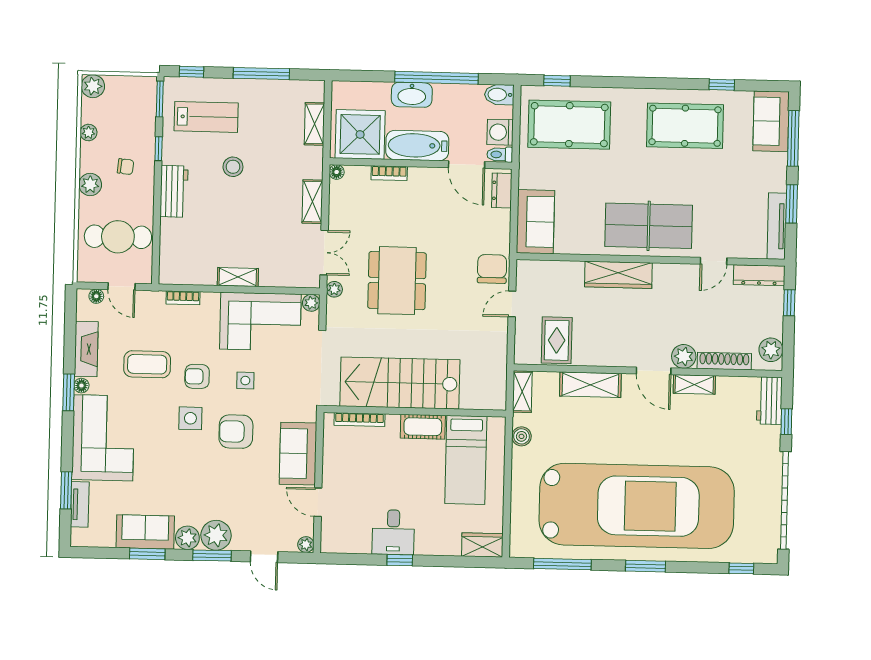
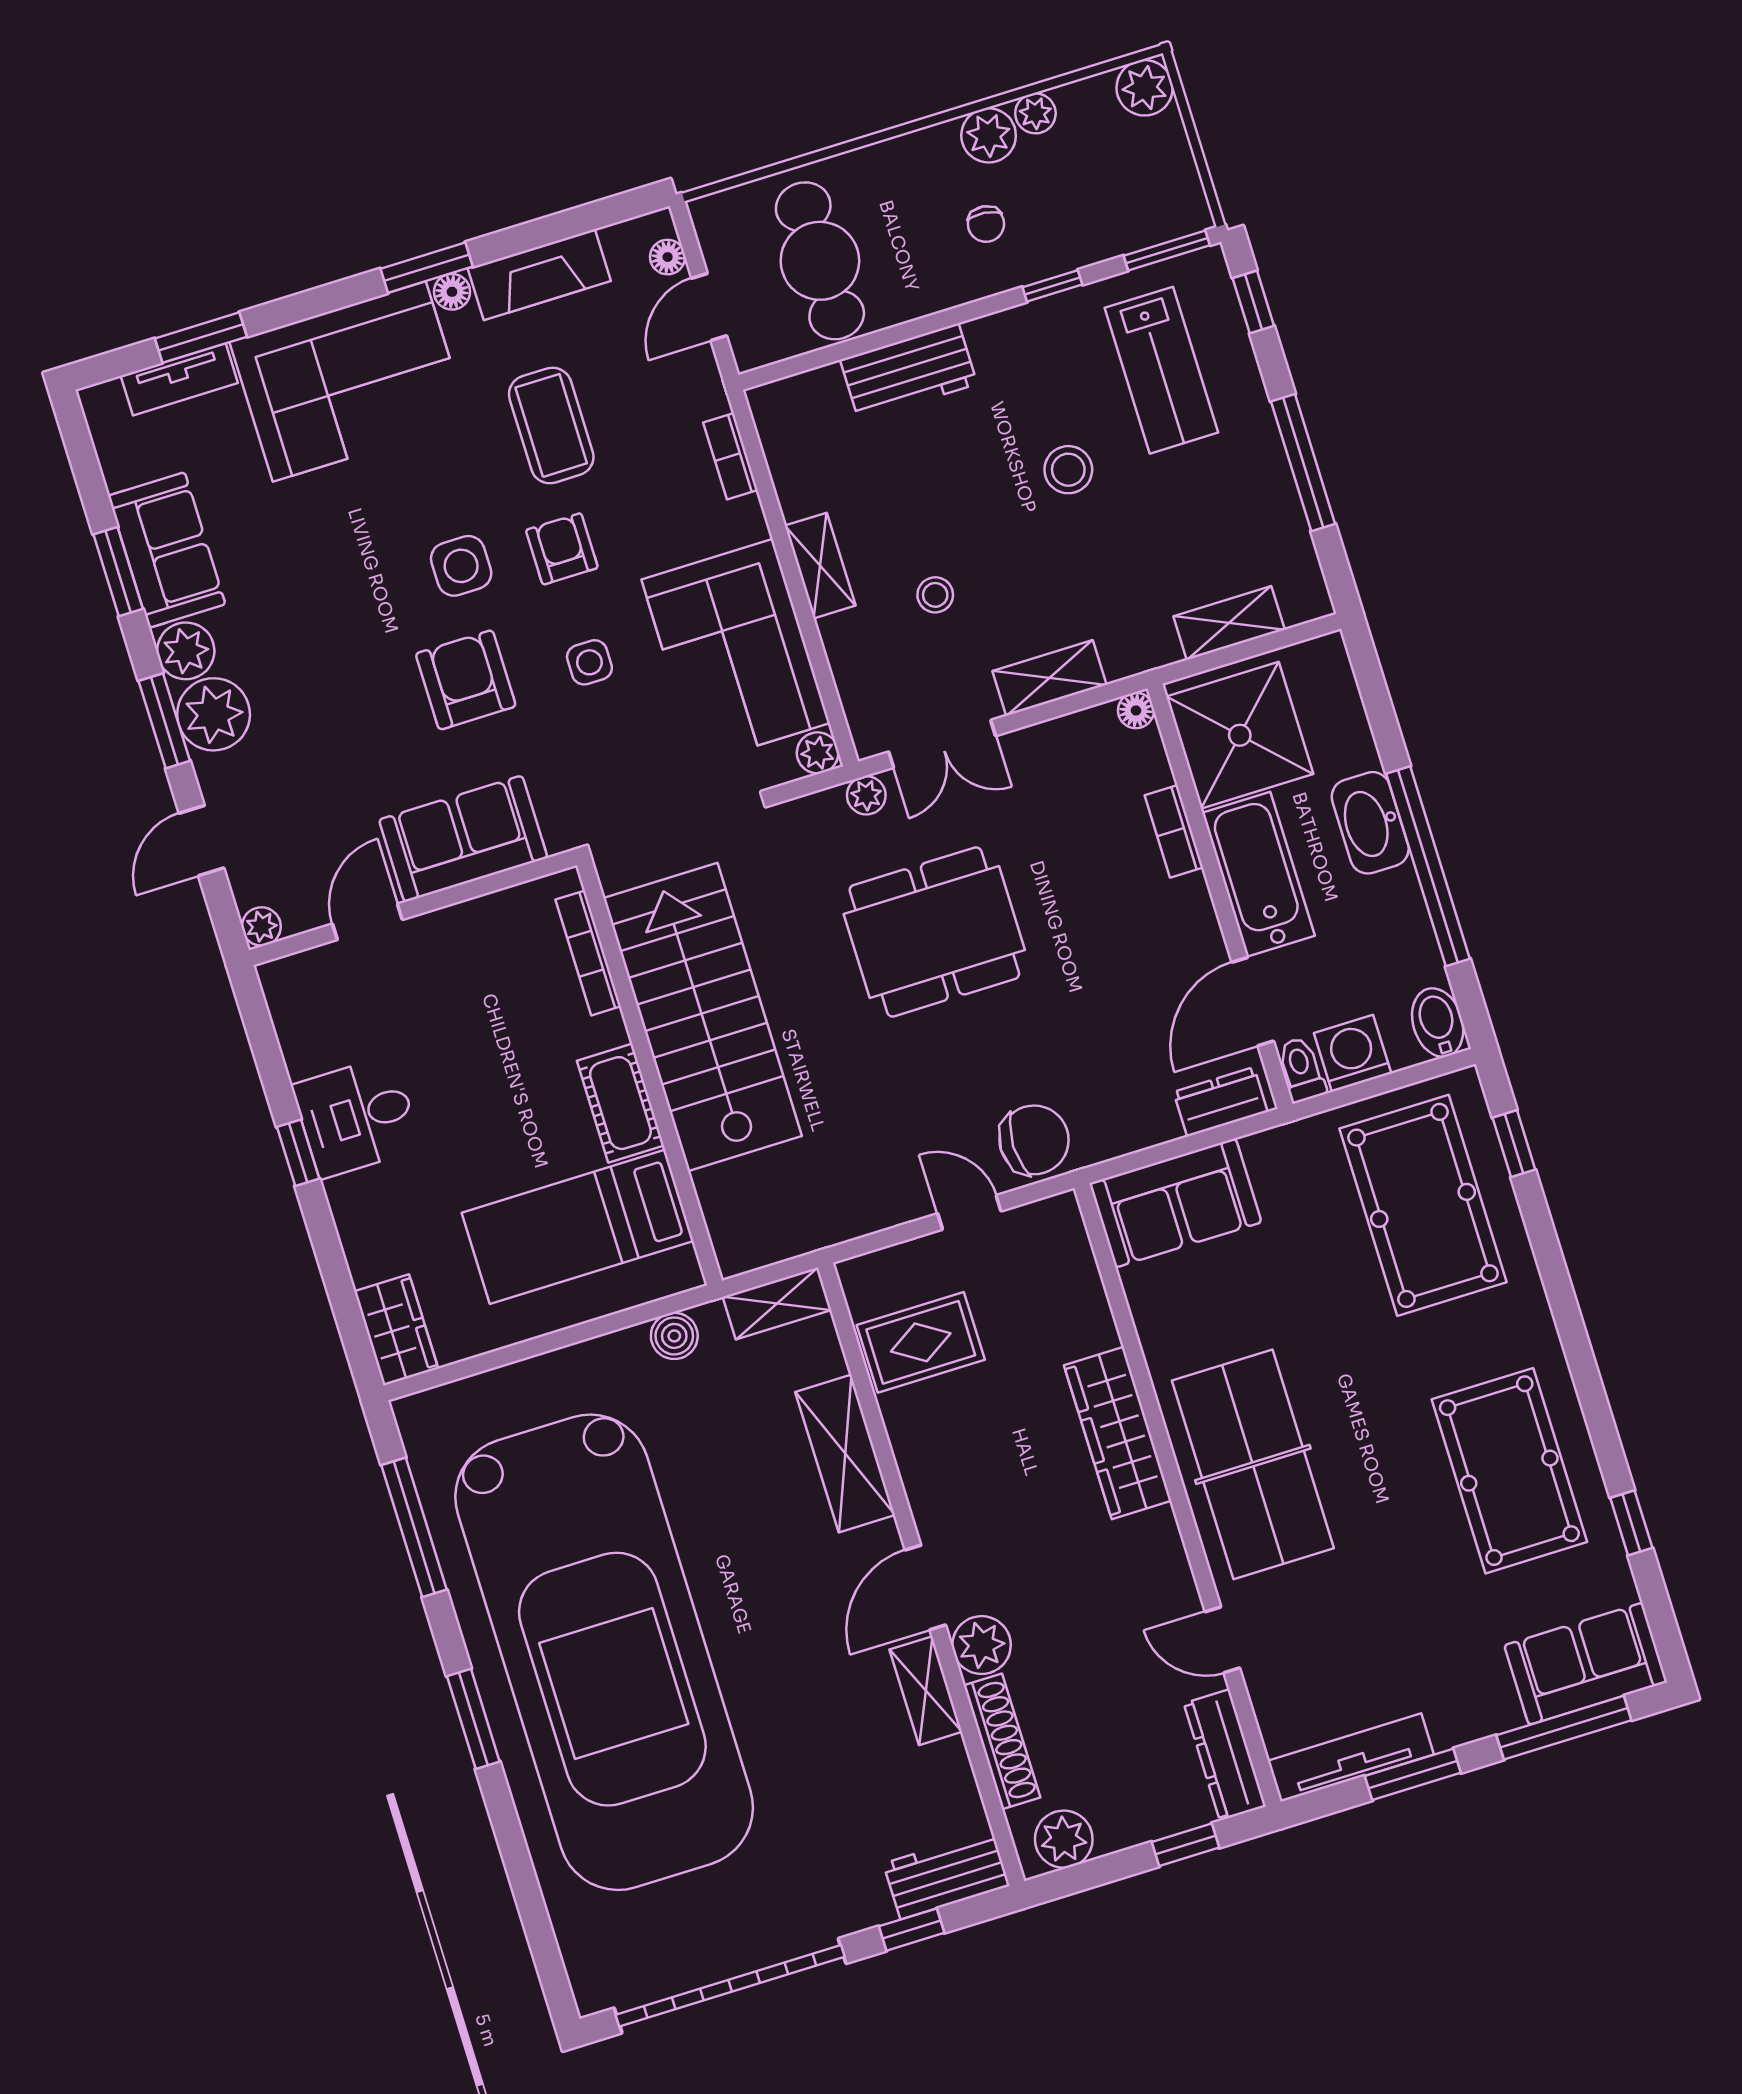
plant: (90, 185) -> (989, 135), moved
workbench: (174, 191) -> (909, 372), moved
stool: (265, 236) -> (935, 595), added
window: (741, 568) -> (542, 1940), removed

